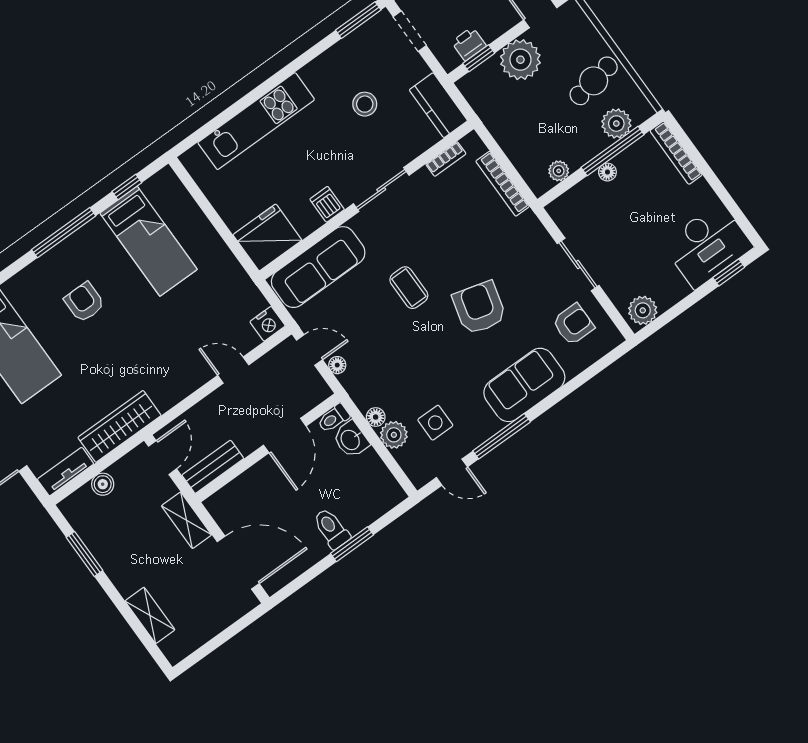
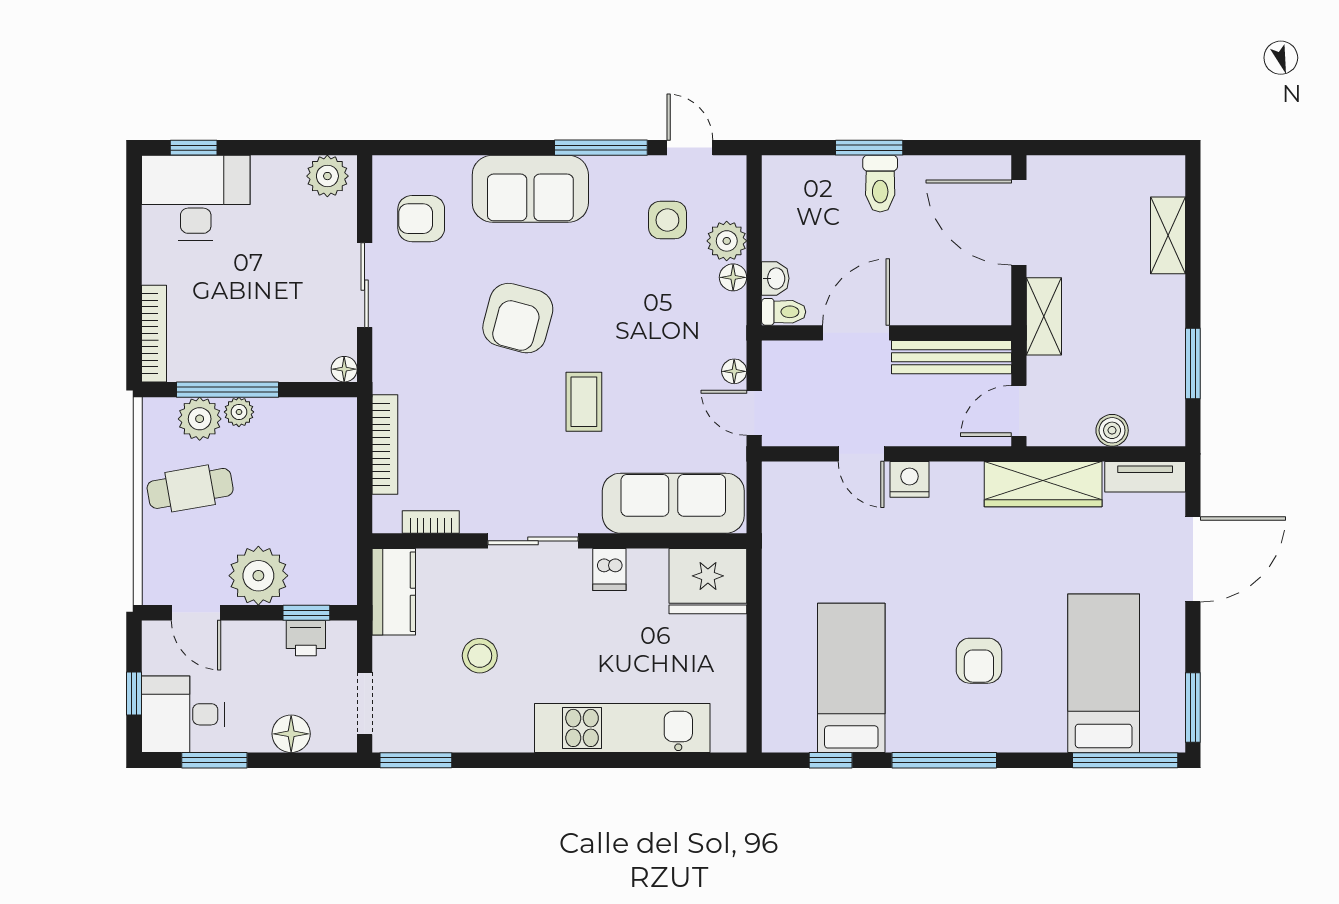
plant: (559, 171) -> (239, 412), moved
floor lamp: (607, 172) -> (344, 369), moved
nightstand: (268, 324) -> (909, 479), moved
washbasin: (351, 439) -> (775, 278), width x0.72, depth x0.69
bench: (213, 467) -> (951, 357), width x1.36

